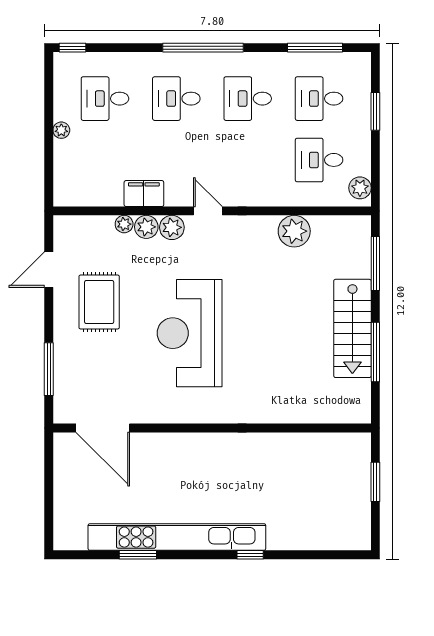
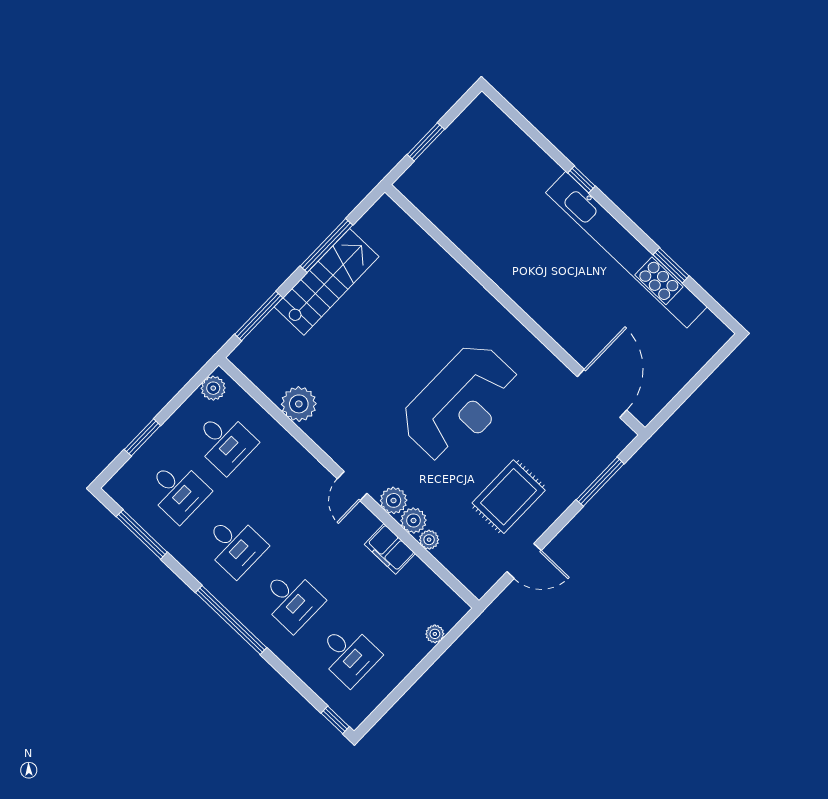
plant: (61, 130) -> (435, 634), moved

